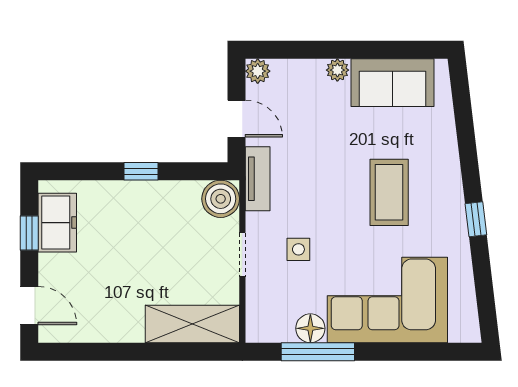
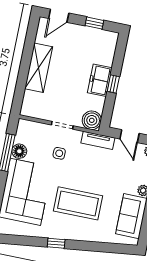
door: (236, 119) -> (130, 136), hinge flipped
coffee table: (389, 192) -> (78, 203), width x1.36, depth x1.32
freezer: (57, 223) -> (100, 80), moved, turned 90
shelving: (192, 324) -> (39, 68), moved

